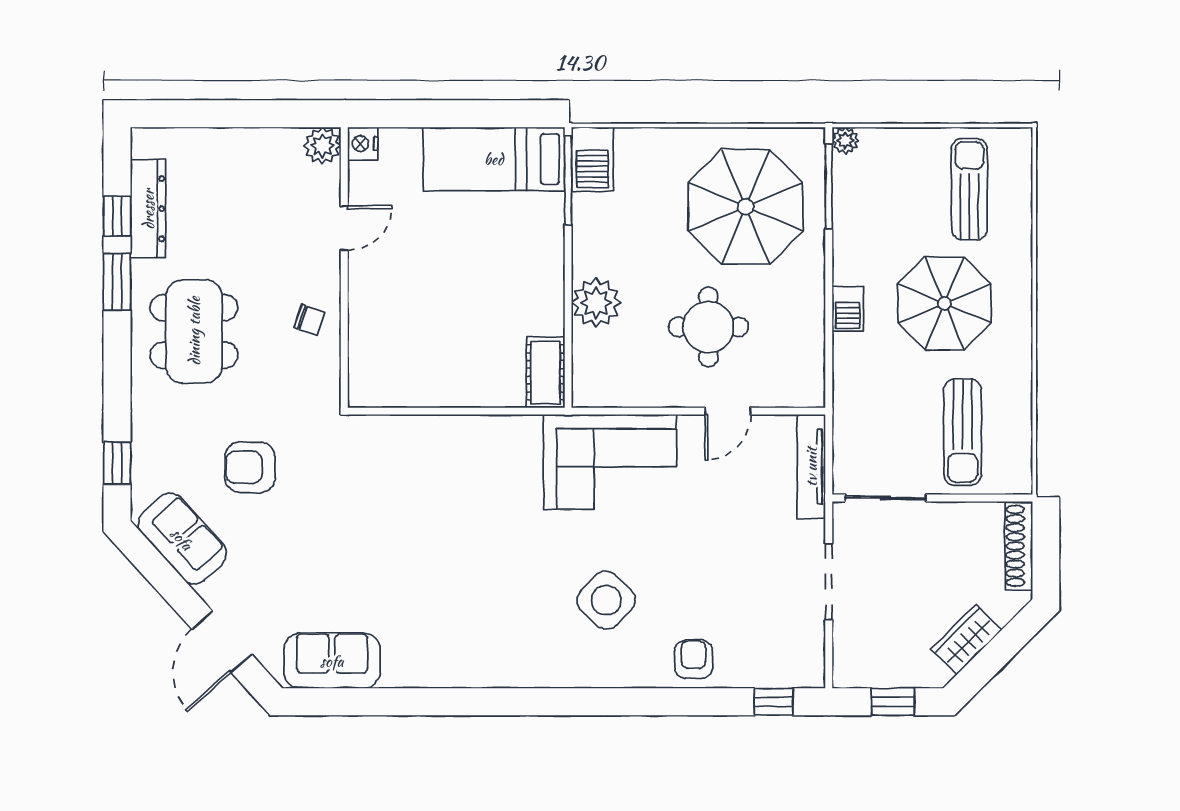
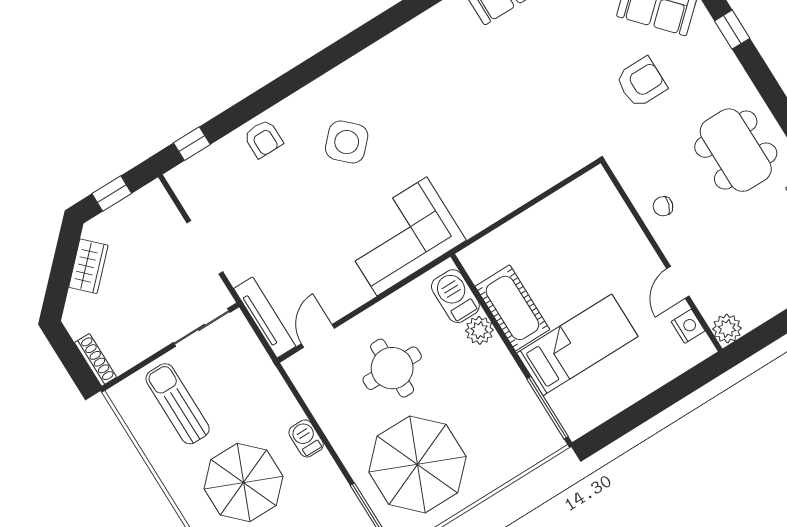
nightstand: (363, 144) -> (688, 326), moved
bed: (494, 159) -> (577, 345), moved
barbecue: (592, 159) -> (455, 296), moved
plant: (596, 303) -> (479, 330), width x0.73, depth x0.73
cot: (546, 372) -> (512, 308), moved, width x1.37, depth x1.34
door: (728, 411) -> (318, 336), moved
shoe rack: (1019, 546) -> (95, 360), width x0.74, depth x0.81

